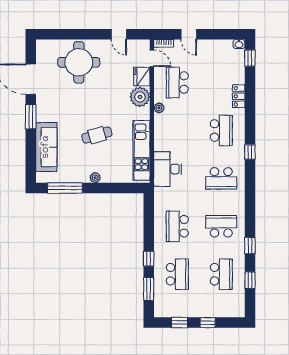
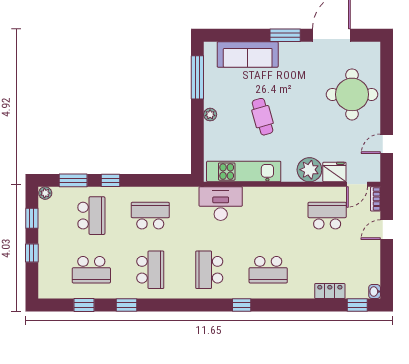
locker: (239, 96) -> (330, 291), moved
plant: (159, 108) -> (45, 193), moved
school desk: (177, 274) -> (91, 216), turned -90

